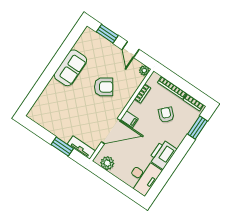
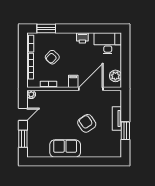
armchair: (104, 87) -> (87, 123), moved
door: (111, 131) -> (91, 89), hinge flipped
window: (62, 146) -> (125, 131), moved
tv unit: (81, 148) -> (117, 119), moved
printer: (163, 154) -> (82, 38), width x0.53, depth x0.68

